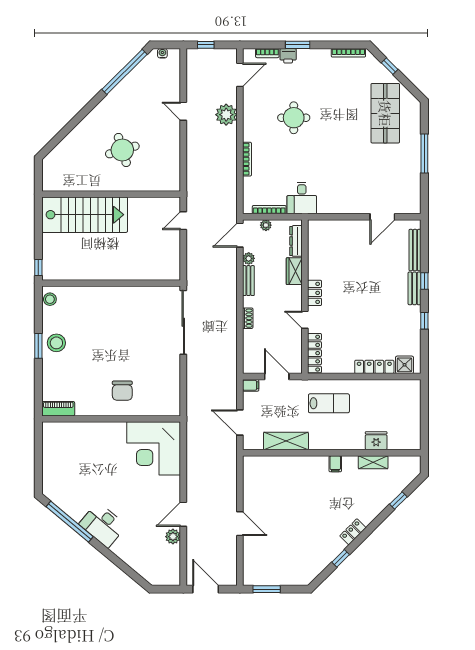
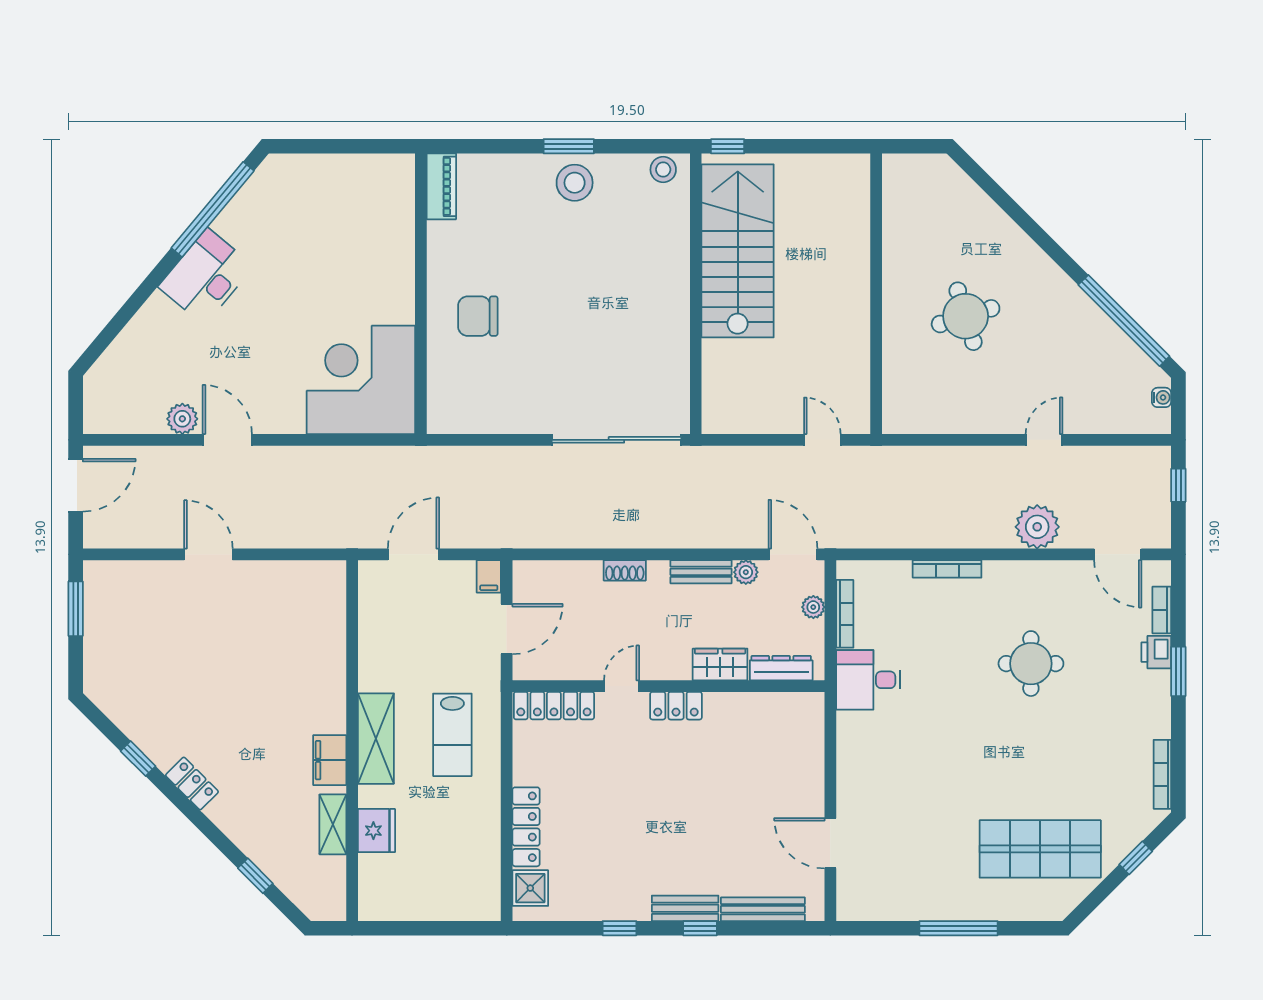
stairs: (85, 215) -> (738, 251), moved, turned 180
shelving: (286, 441) -> (376, 739), moved
filing cabinet: (335, 464) -> (330, 760), width x2.00
door: (240, 524) -> (208, 554), swing flipped

